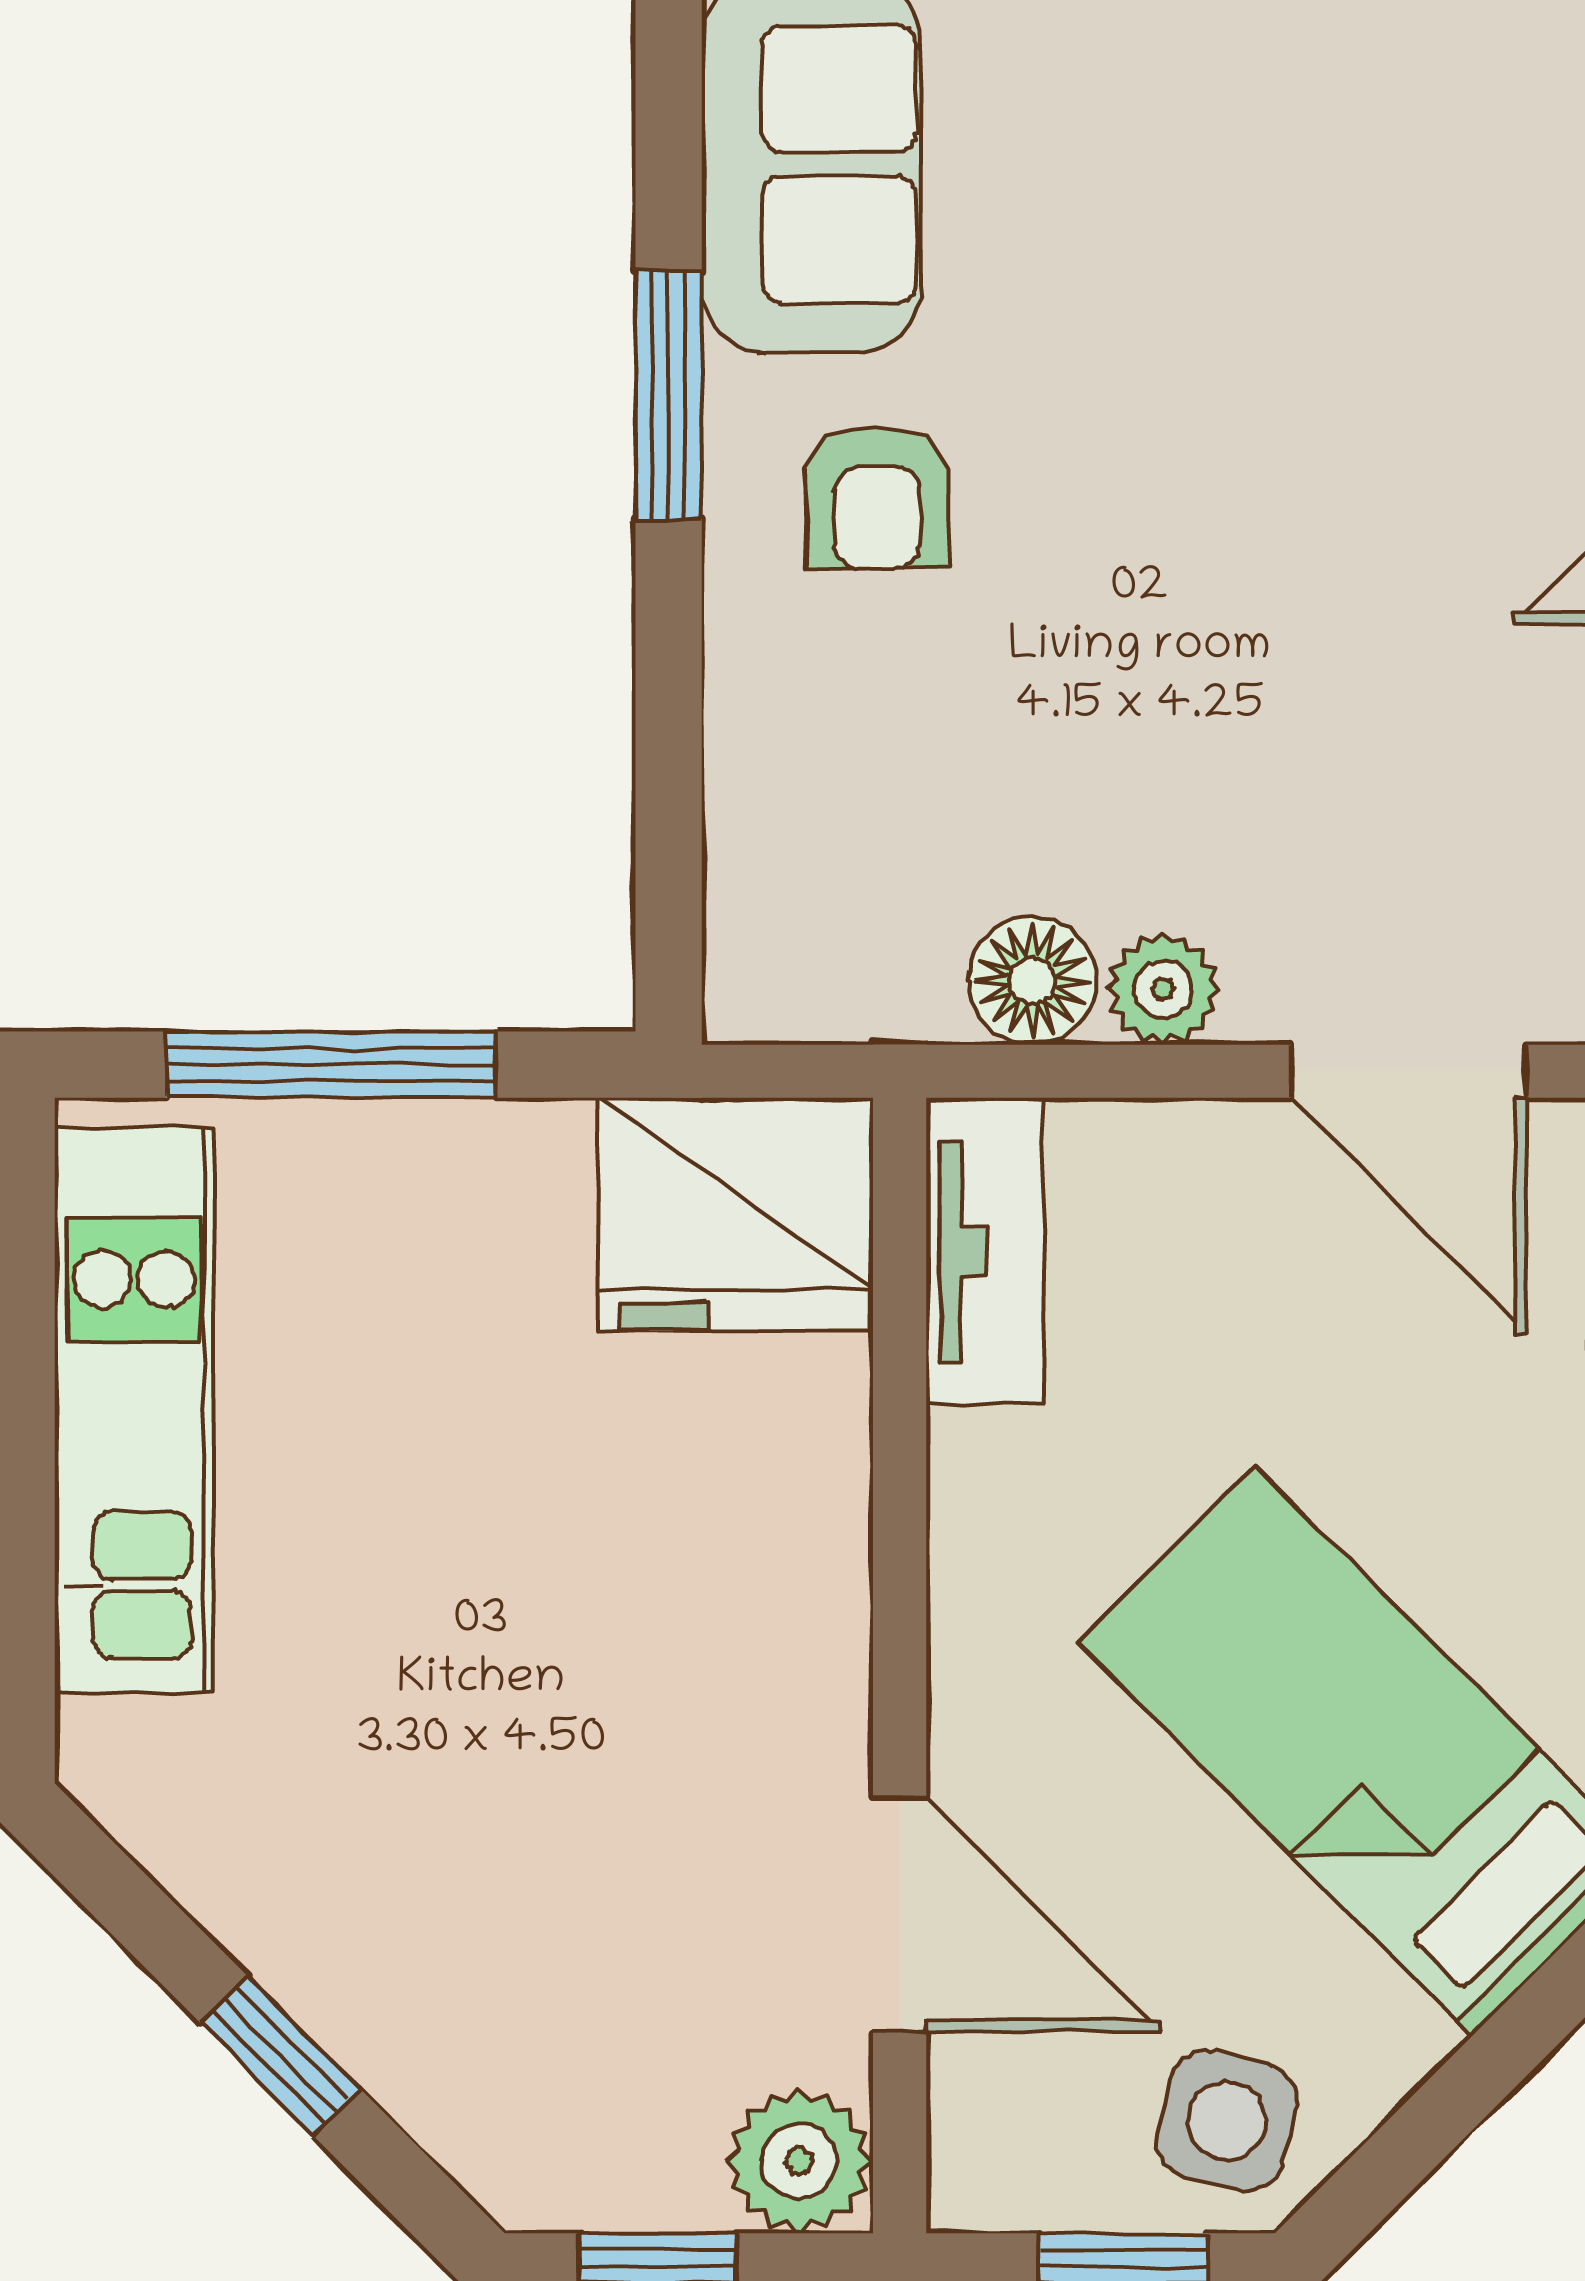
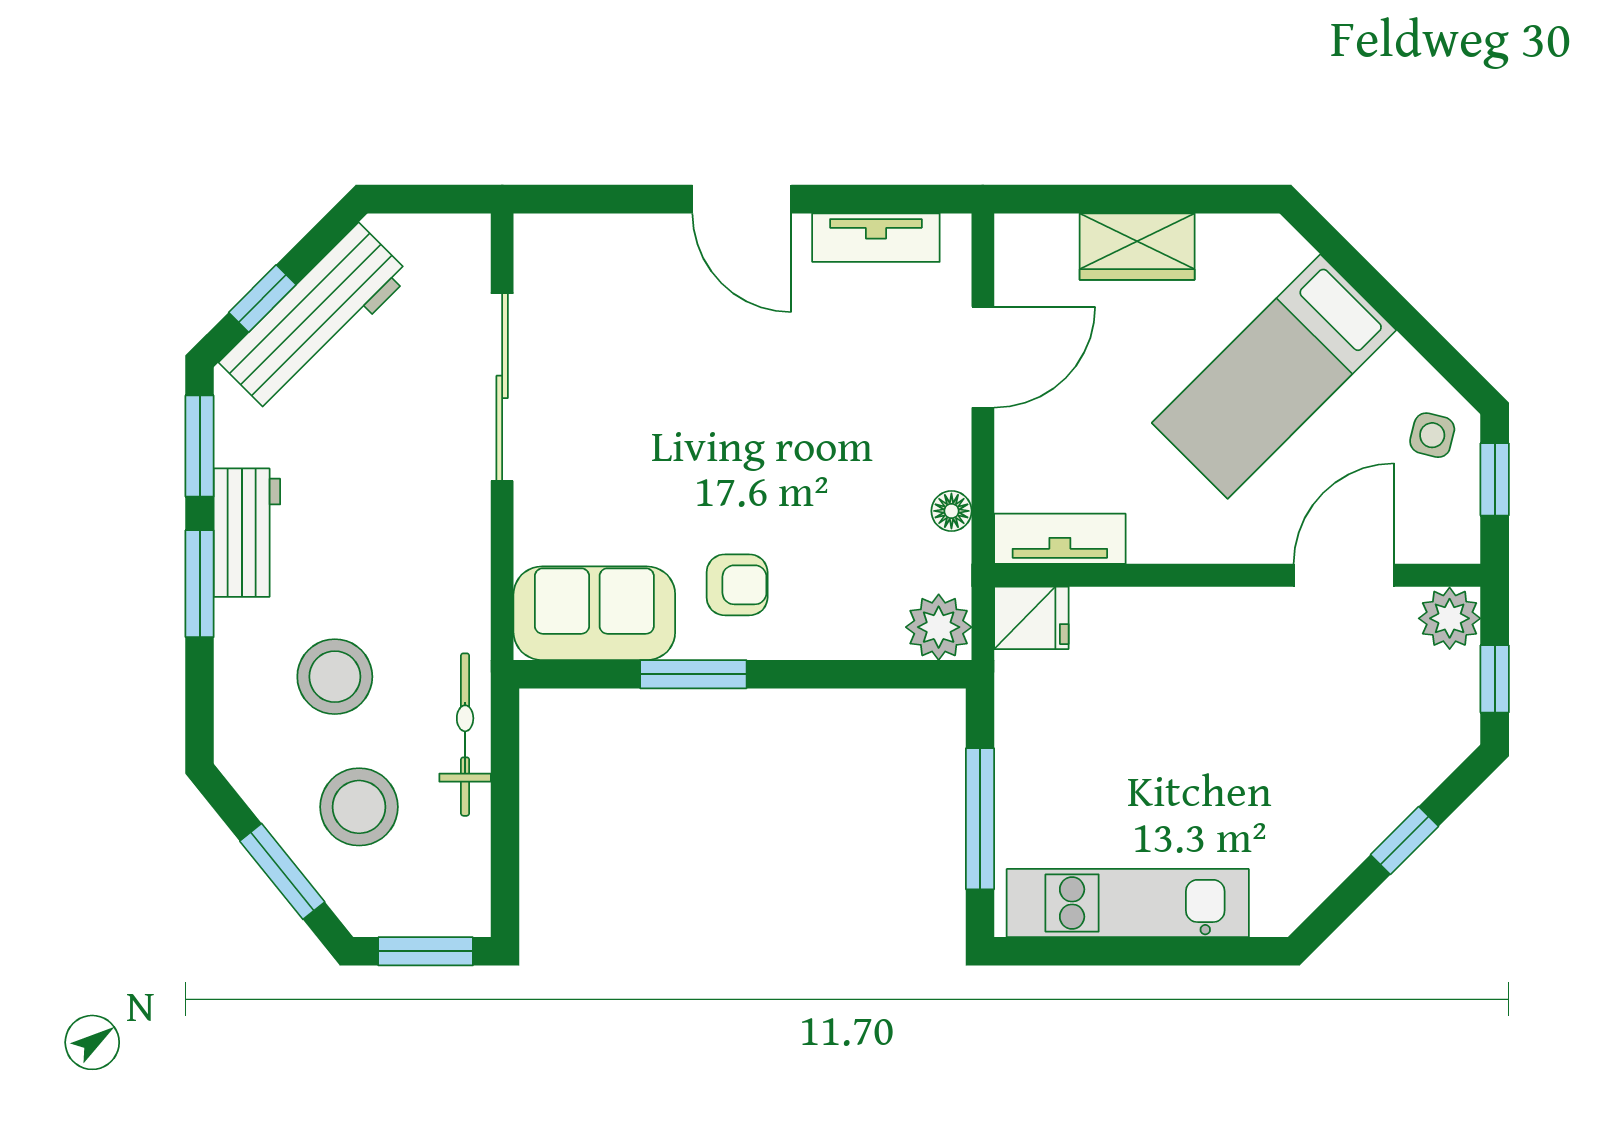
floor lamp: (1032, 981) -> (951, 511), width x0.73, depth x0.73
plant: (1163, 989) -> (939, 627), moved, width x1.38, depth x1.38
fridge: (736, 1214) -> (1031, 618), width x0.53, depth x0.75
side table: (1227, 2121) -> (1432, 435), width x0.73, depth x0.73

